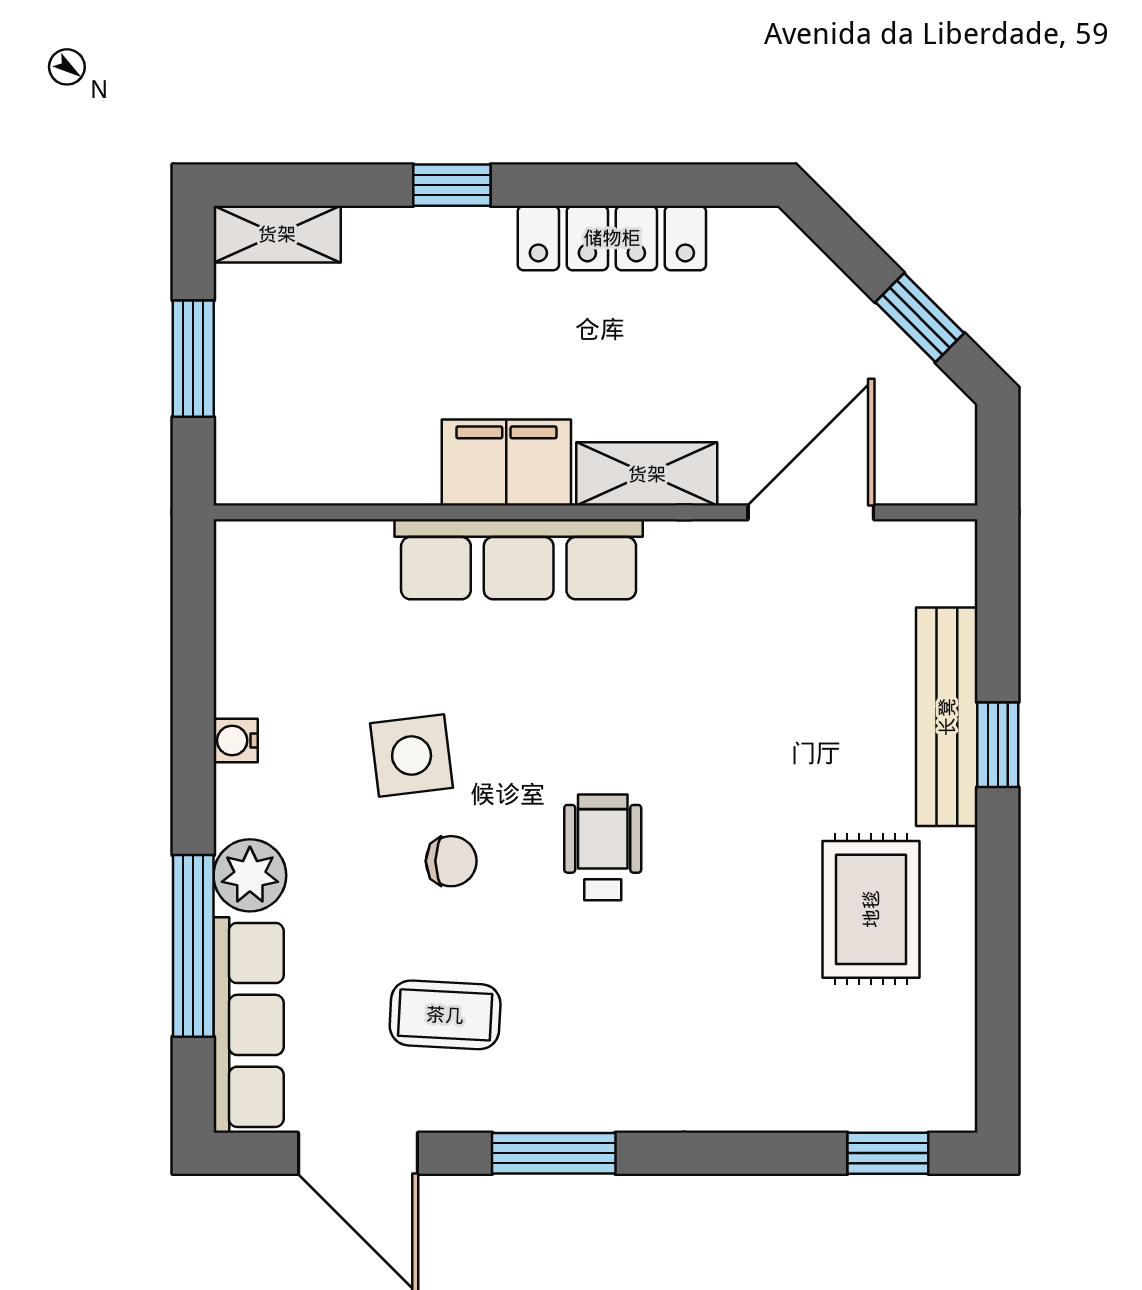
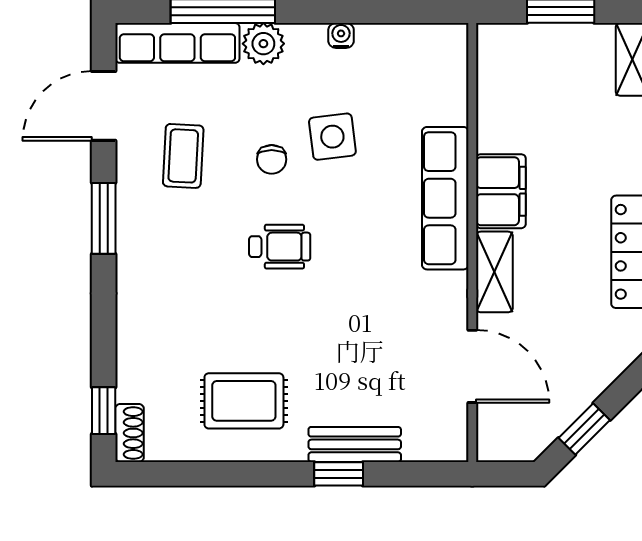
bench: (947, 717) -> (355, 444), width x0.73
shoe rack: (927, 1108) -> (130, 433), added

